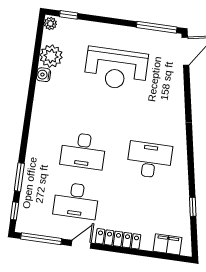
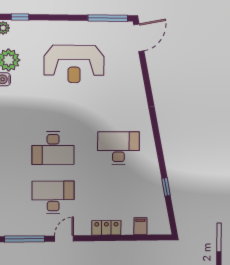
desk: (76, 201) -> (53, 197), turned 180
locker: (118, 239) -> (106, 228), width x0.66
filing cabinet: (168, 244) -> (140, 226), width x0.50

